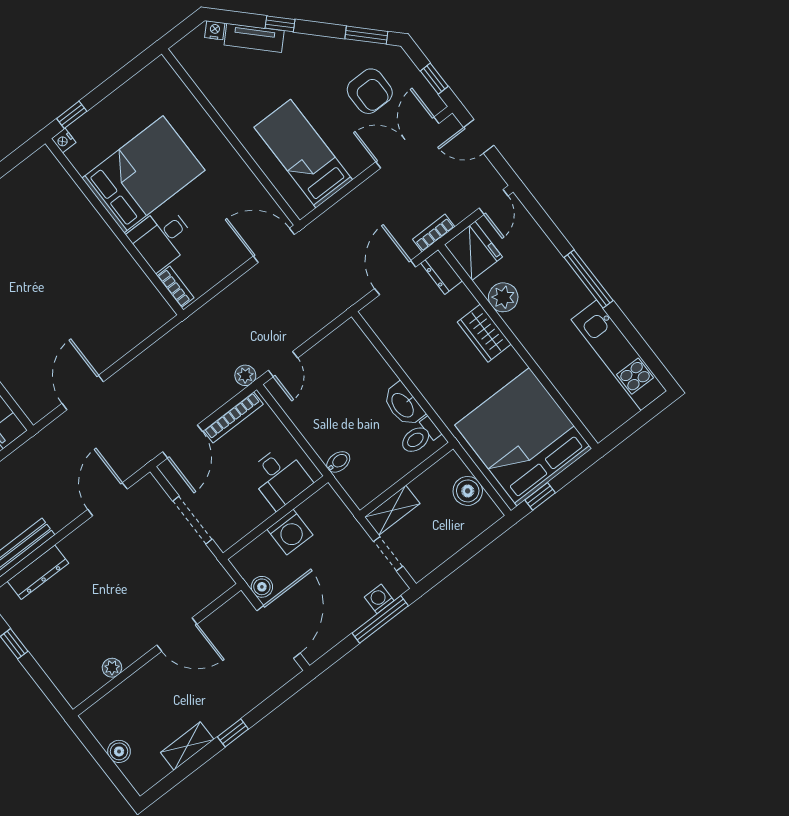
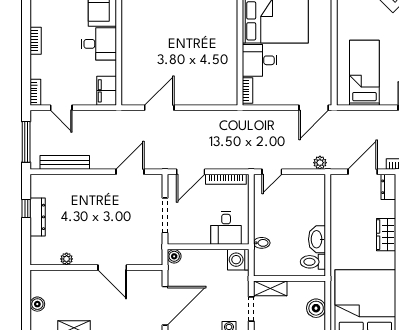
door: (274, 245) -> (314, 108), swing flipped
plant: (245, 375) -> (320, 163), moved
washing machine: (290, 532) -> (238, 260), moved, turned 90
dresser: (38, 572) -> (38, 217), moved, turned -90
boiler: (262, 587) -> (174, 256), moved

